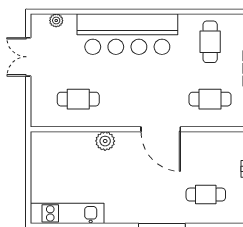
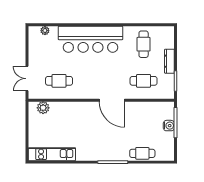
double door: (28, 57) -> (27, 79), moved
plant: (105, 141) -> (43, 108), moved
cafe table: (206, 195) -> (142, 153), moved

